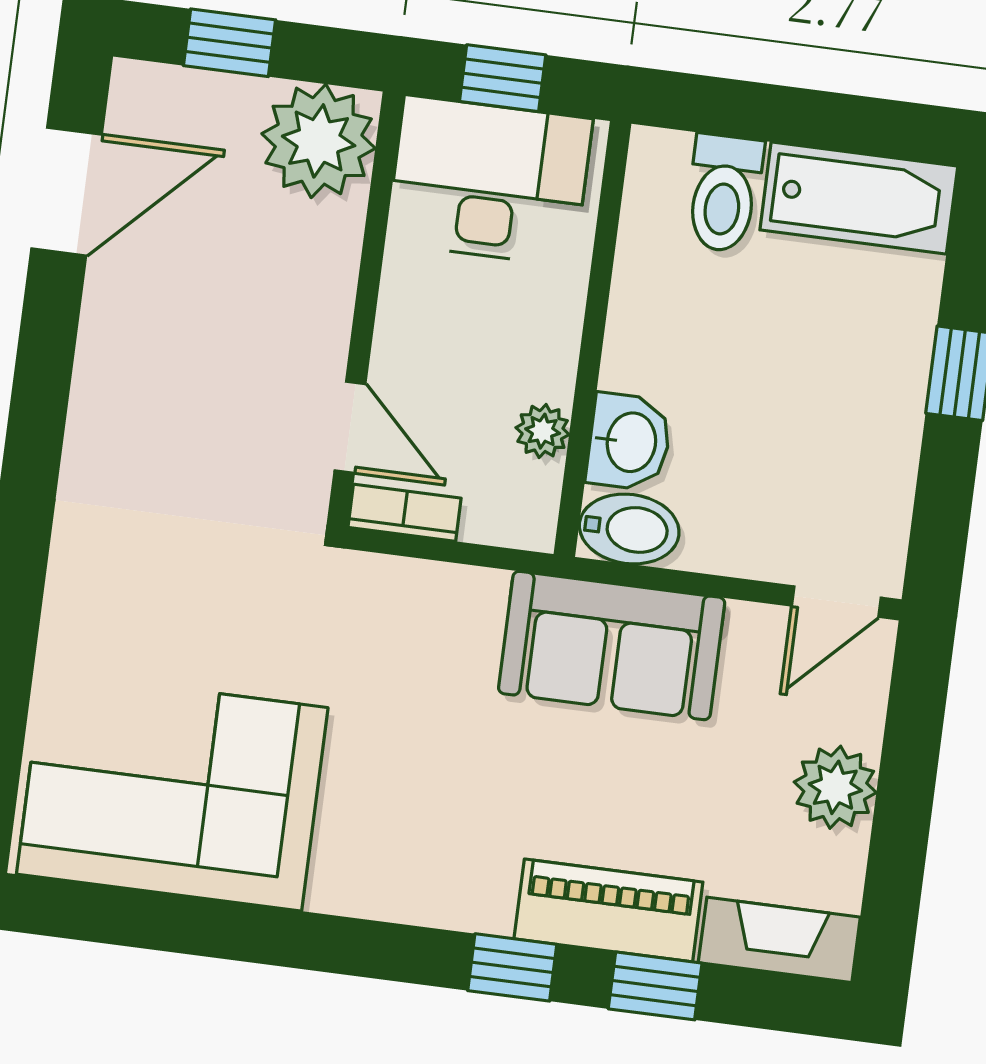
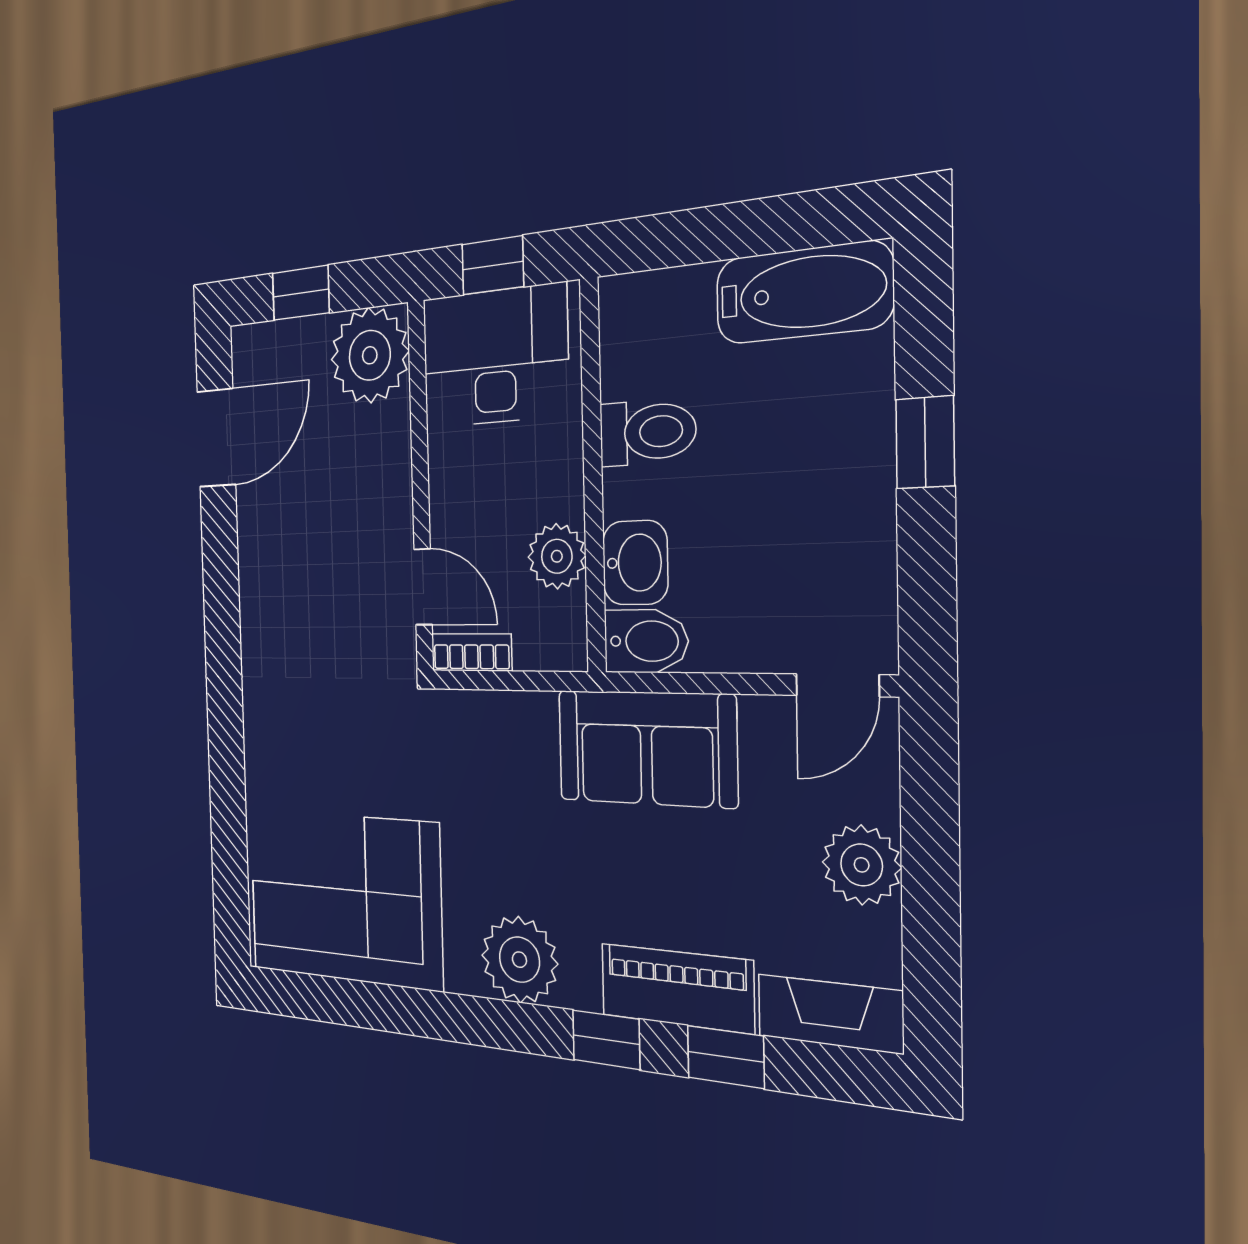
toilet: (724, 193) -> (648, 432), moved, turned -90
plant: (543, 431) -> (557, 556), width x1.38, depth x1.38
plant: (413, 874) -> (519, 960), added

